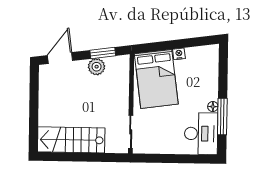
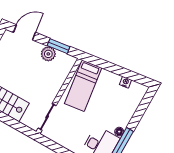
nightstand: (179, 54) -> (126, 82), moved
bed: (156, 79) -> (83, 86), width x0.67

